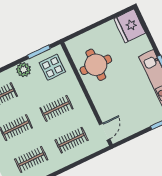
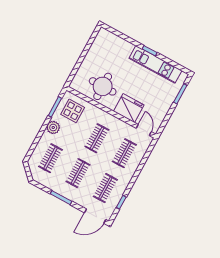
fridge: (130, 26) -> (129, 108), moved, turned 180

